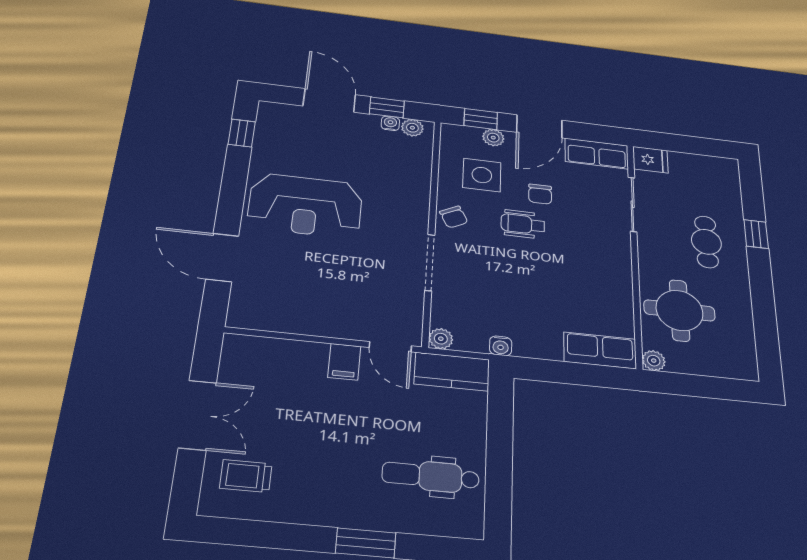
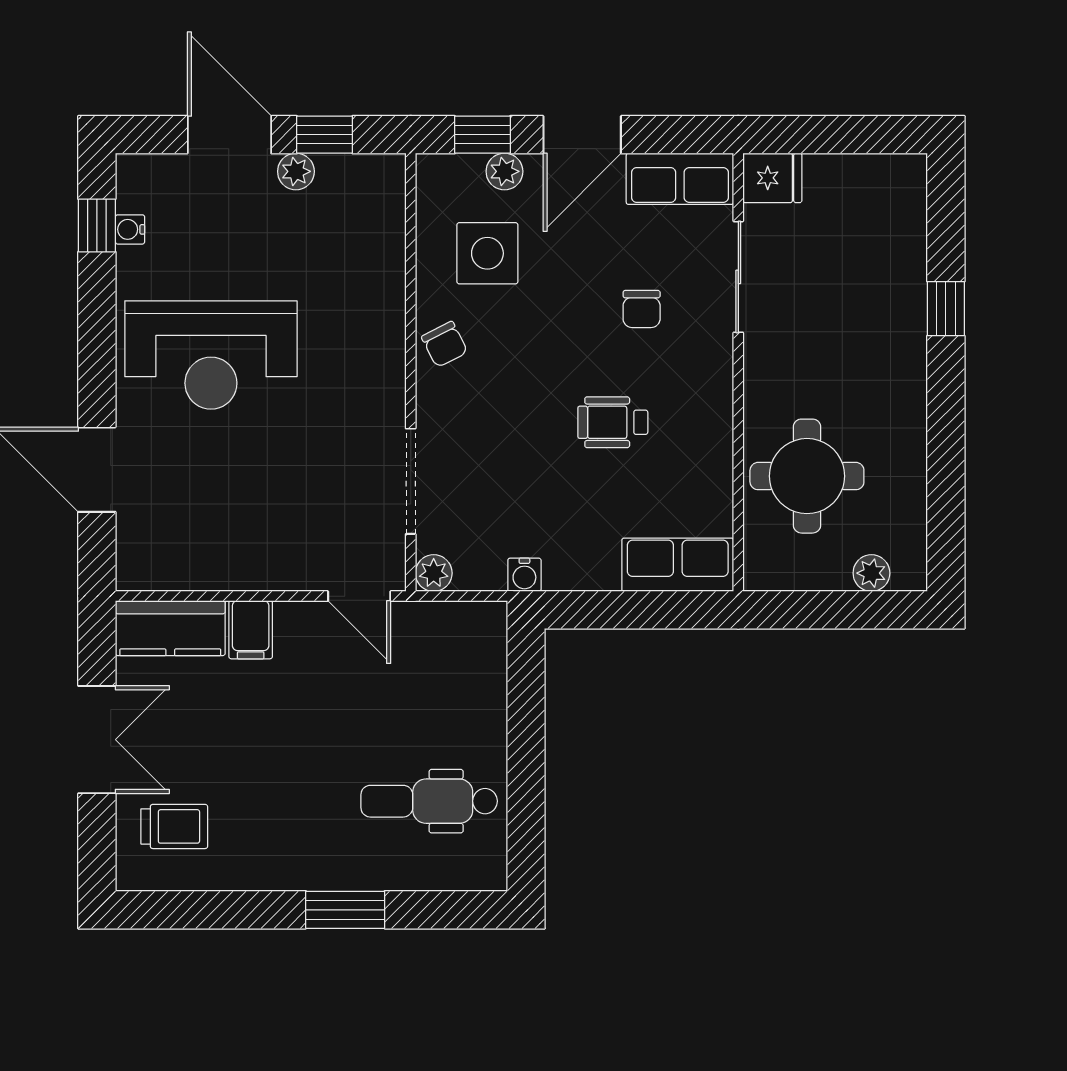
water cooler: (390, 123) -> (130, 229), moved, turned -90
plant: (412, 128) -> (296, 171), moved
chair: (540, 194) -> (642, 309), moved
wheelchair: (523, 224) -> (613, 422), moved
cafe table: (706, 242) -> (860, 336), removed
doorway: (430, 262) -> (411, 481), moved
plant: (654, 361) -> (871, 573), moved
filing cabinet: (344, 362) -> (251, 630), moved
kitchen counter: (452, 372) -> (170, 628), moved
trolley: (246, 476) -> (174, 826), turned 180

